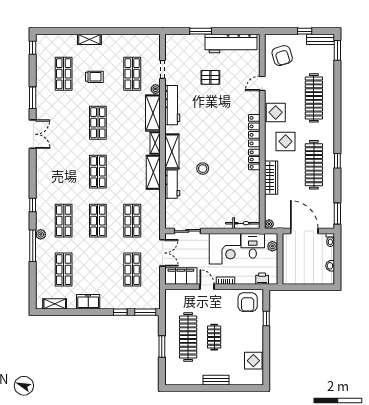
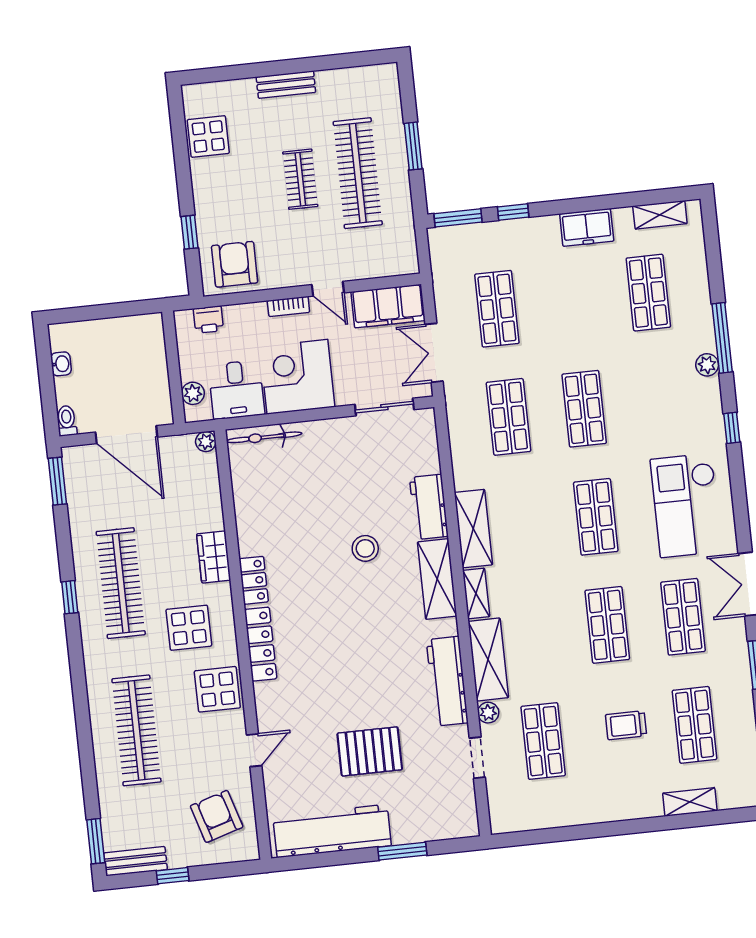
shelving: (89, 39) -> (690, 802), moved
pallet: (210, 77) -> (370, 751), width x1.50, depth x1.42
checkout: (57, 172) -> (686, 505), added
wardrobe: (271, 178) -> (214, 557), width x0.67
shop shelf: (64, 221) -> (683, 617), moved

